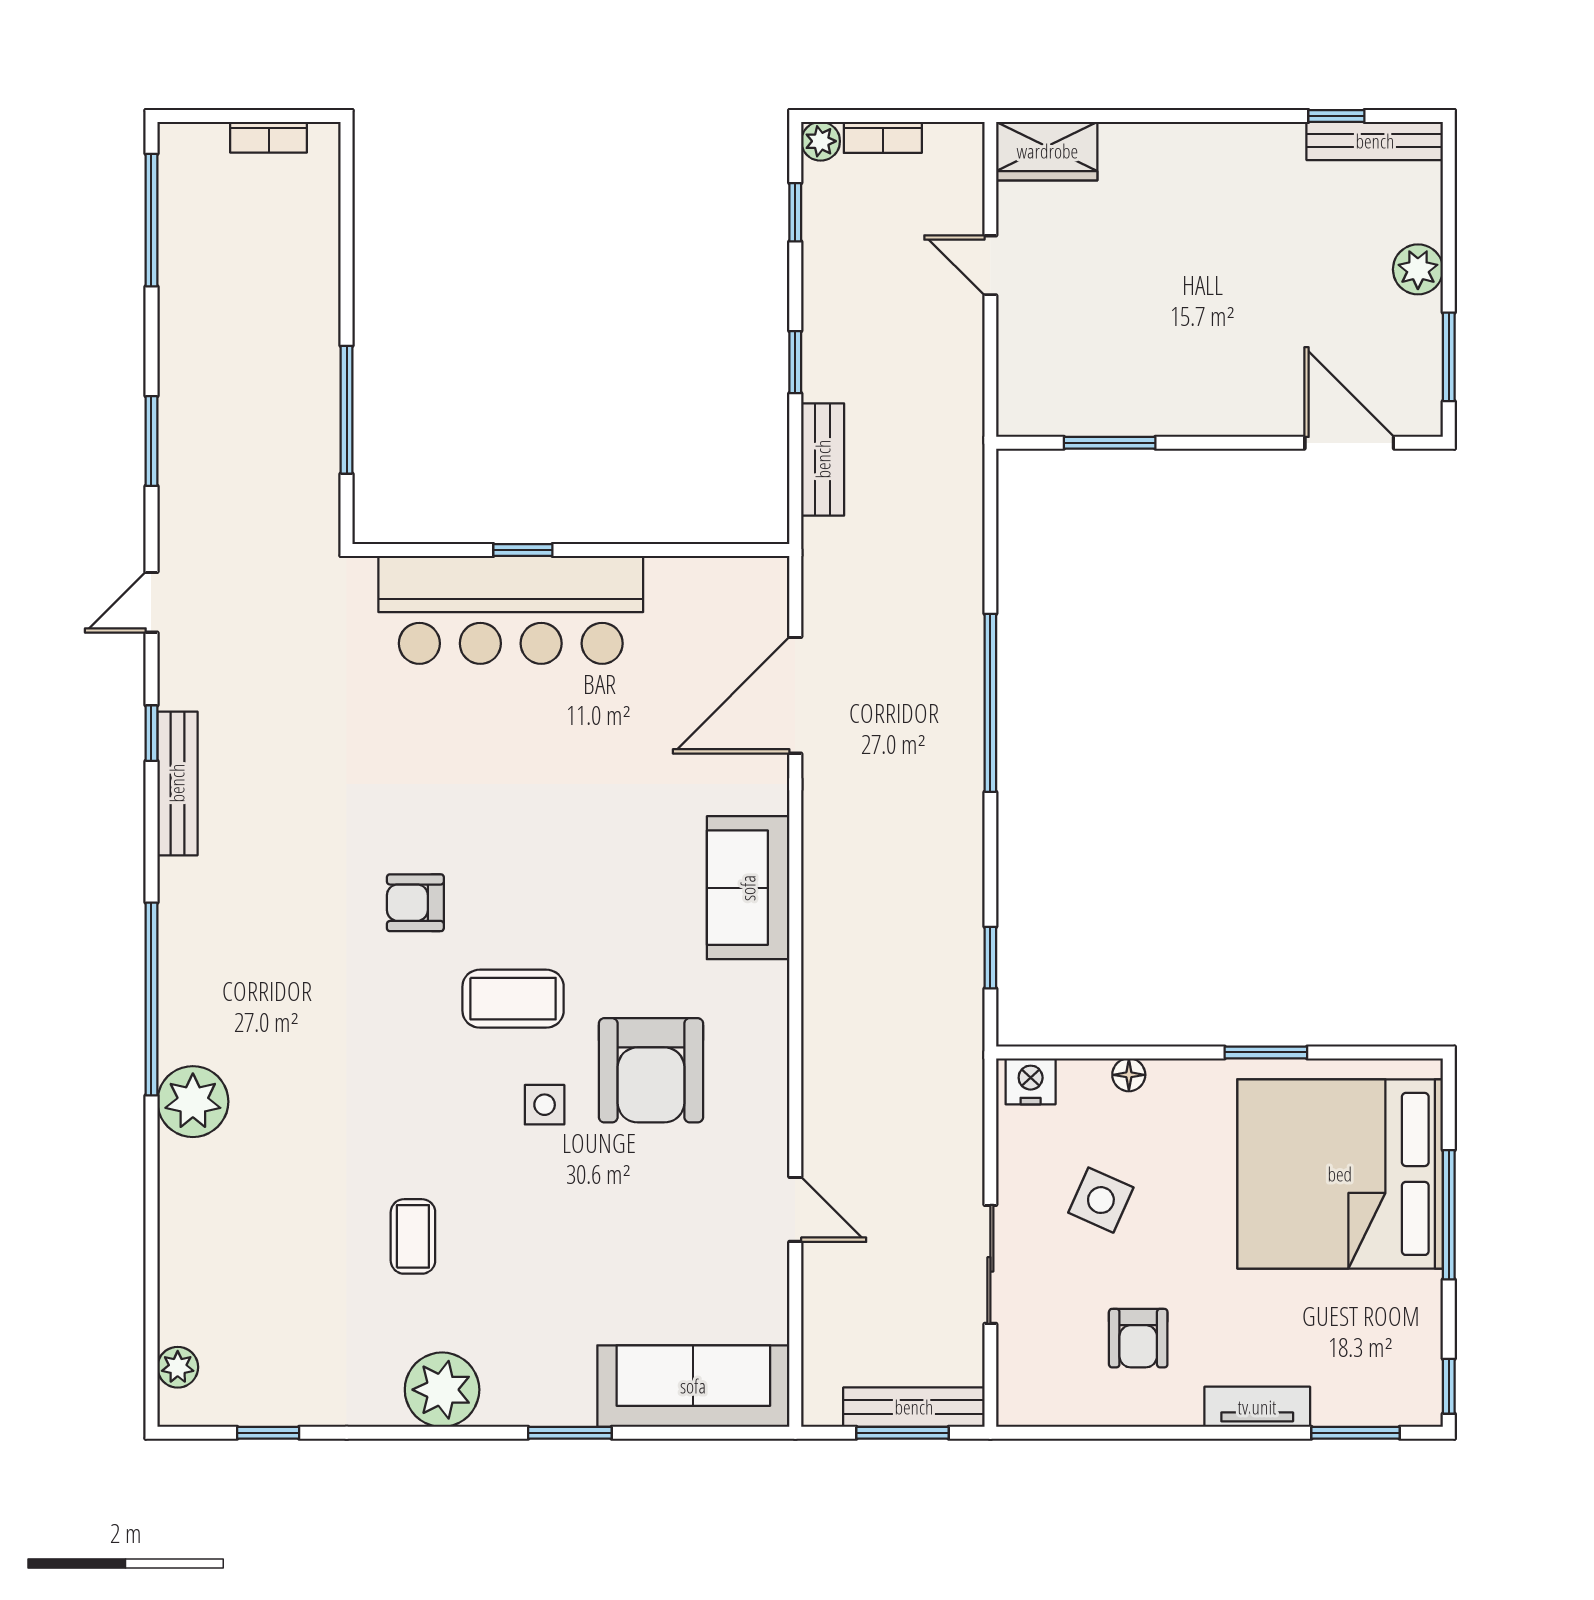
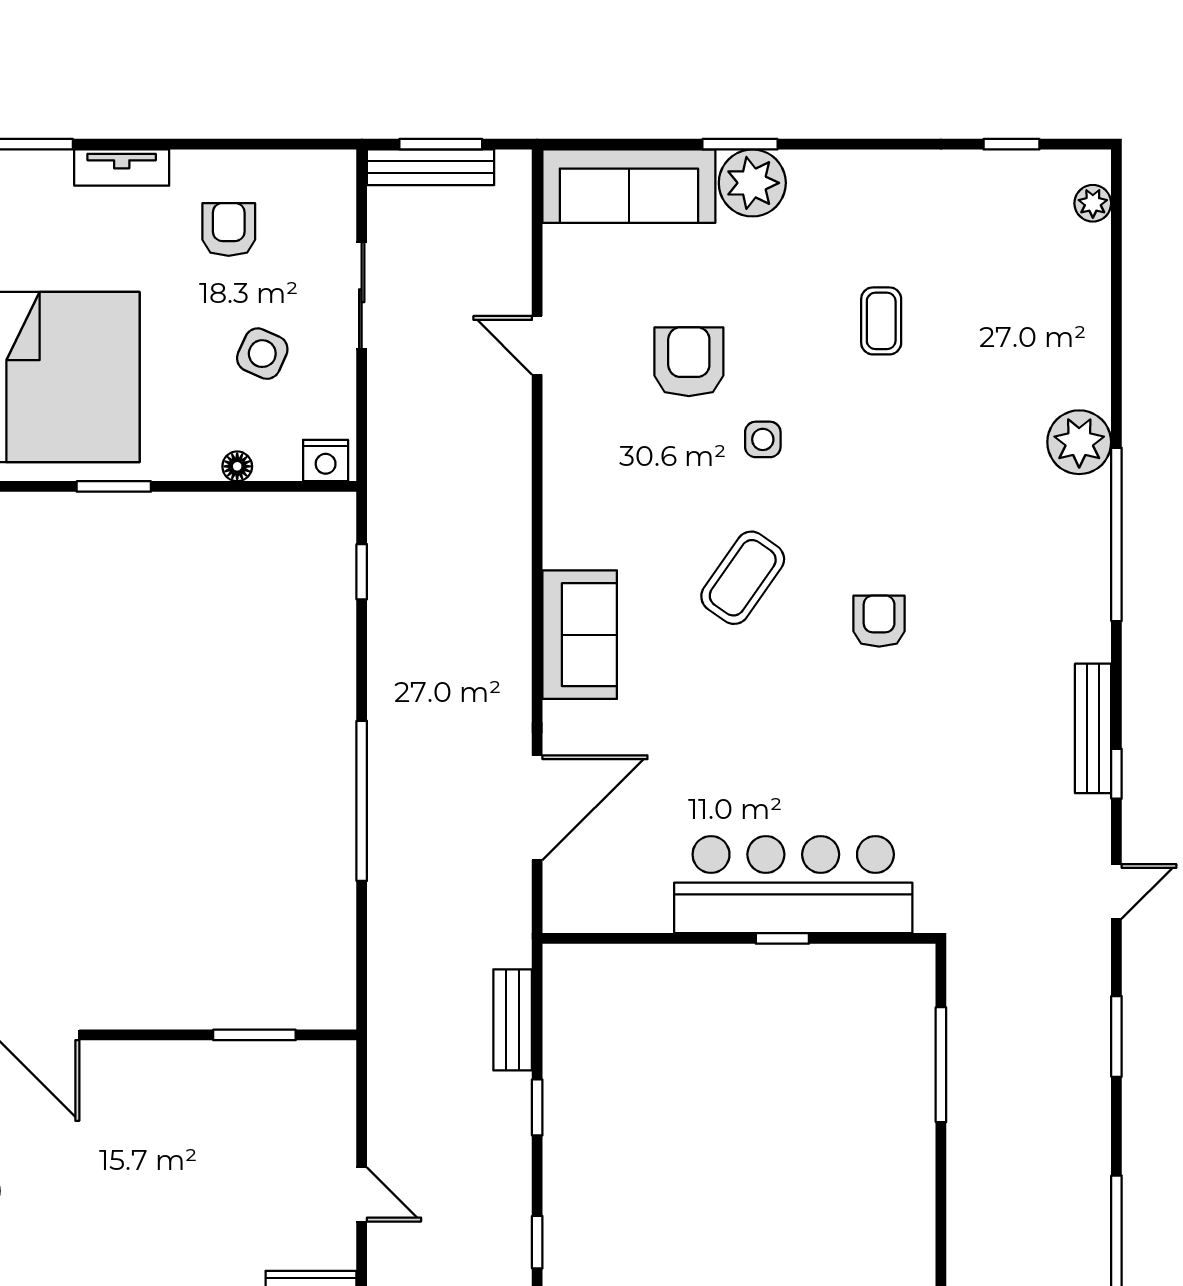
armchair: (415, 903) -> (879, 621), turned -90
coffee table: (513, 999) -> (743, 578), moved, turned -55
armchair: (651, 1070) -> (689, 362), moved, width x0.73, depth x0.73
plant: (442, 1390) -> (752, 183), moved

